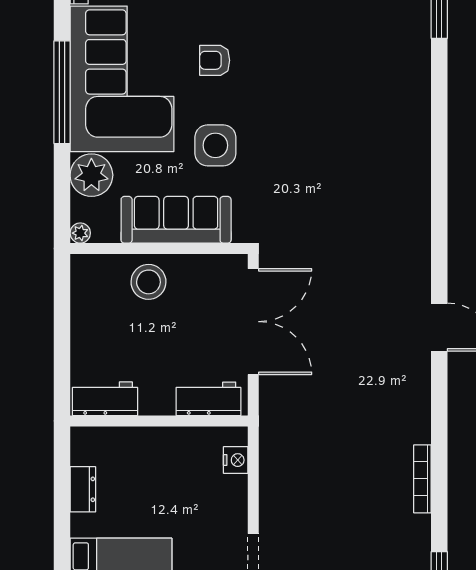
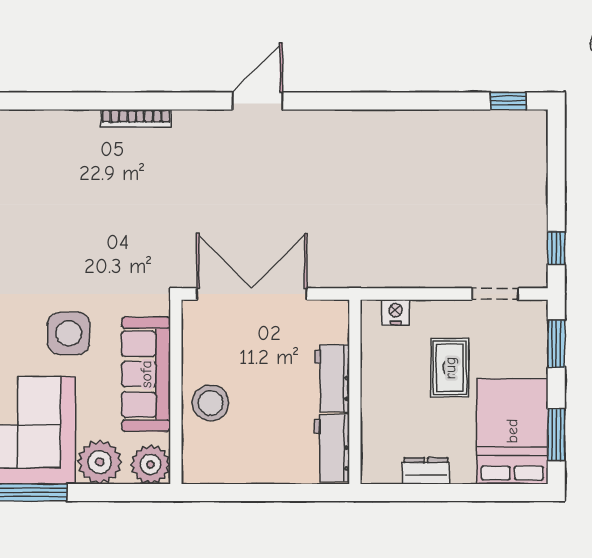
plant: (80, 233) -> (151, 464), width x1.88, depth x1.88
workbench: (208, 399) -> (332, 378), moved
bookcase: (422, 479) -> (136, 118), moved
rug: (182, 512) -> (450, 368), added

